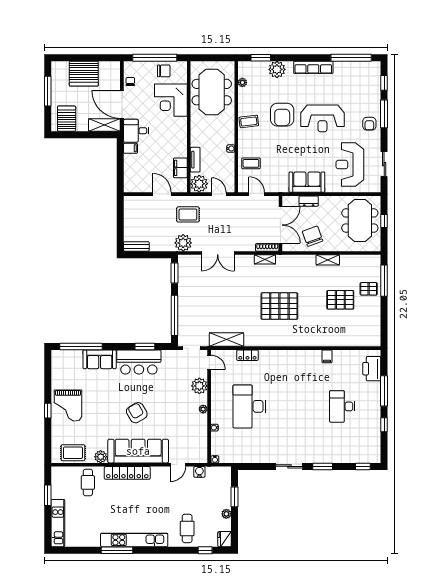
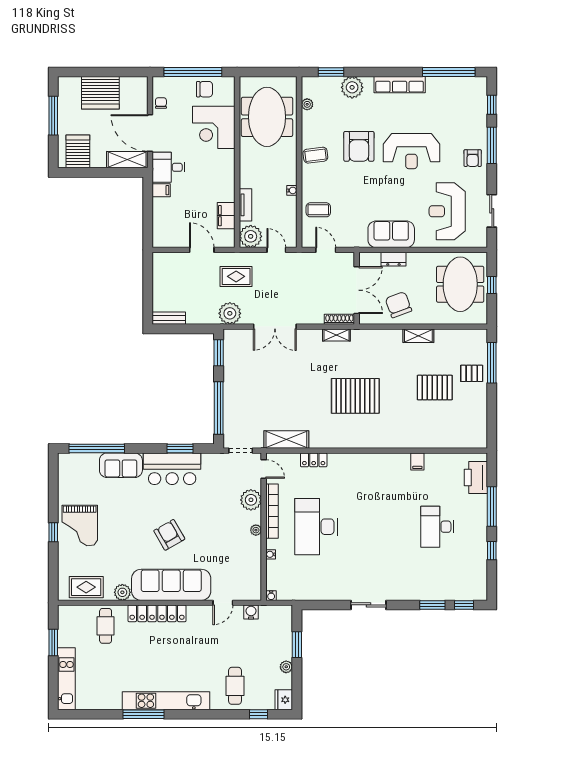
bookcase: (216, 394) -> (272, 511), added
window: (323, 466) -> (432, 605), moved

